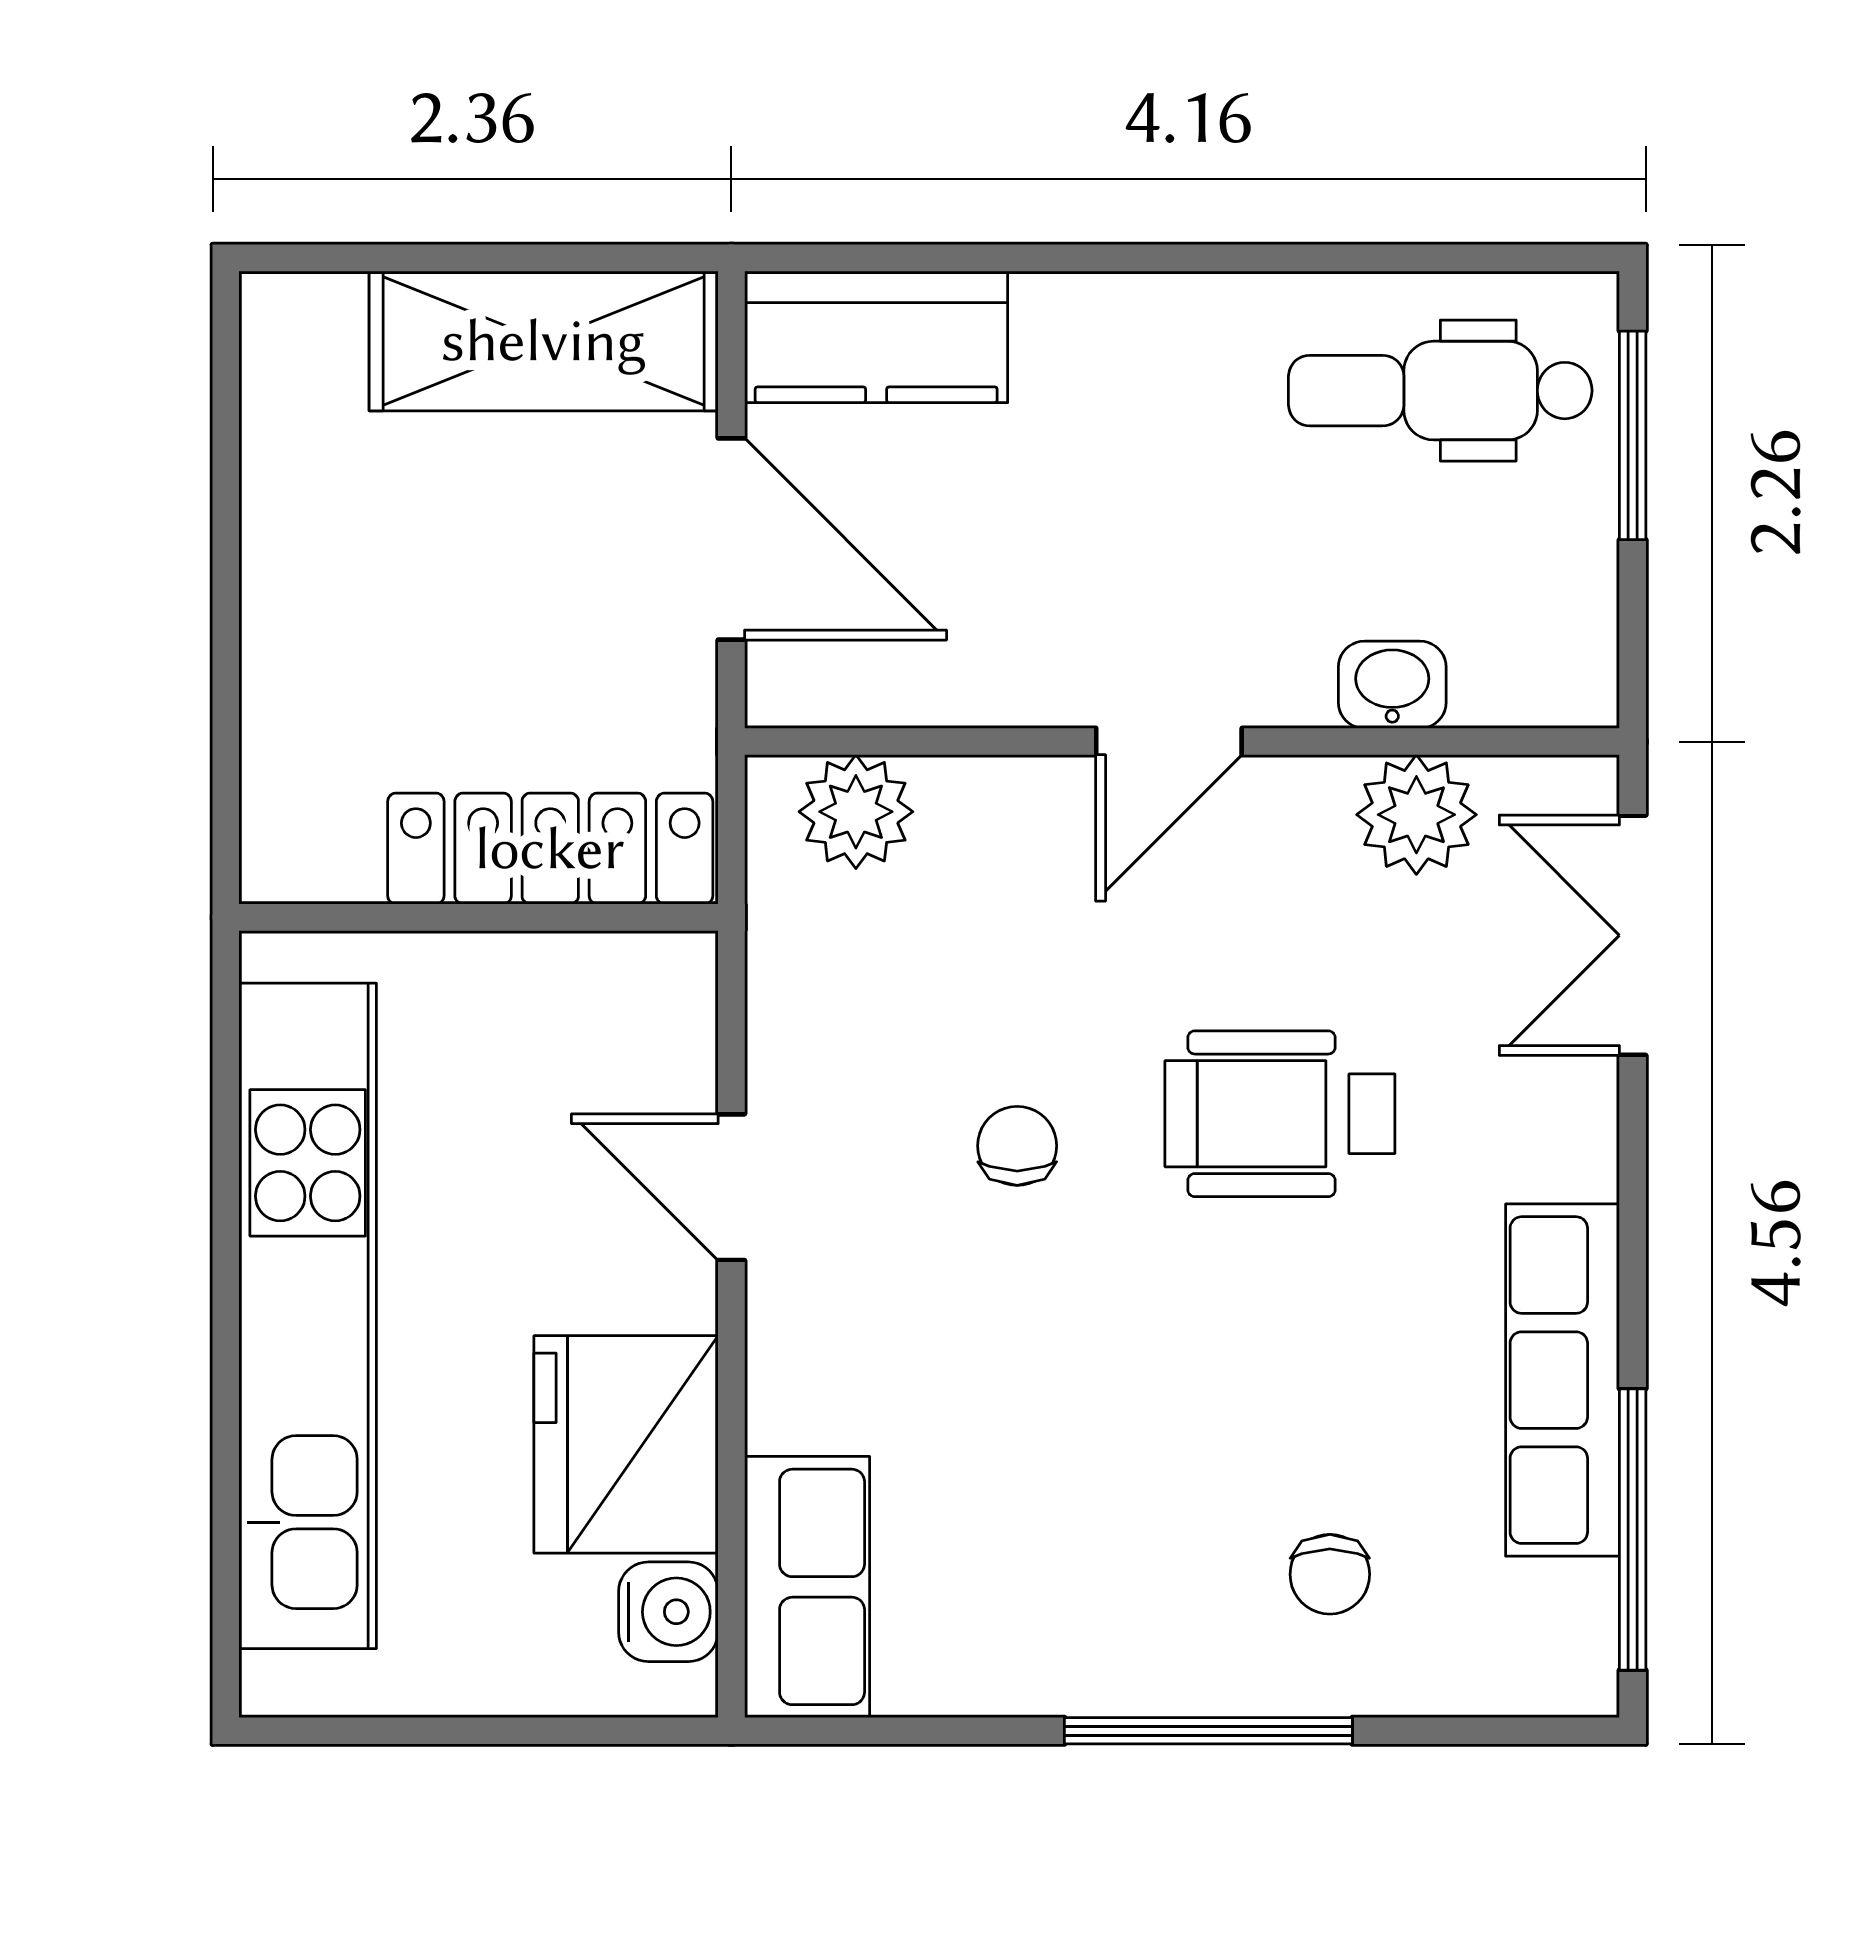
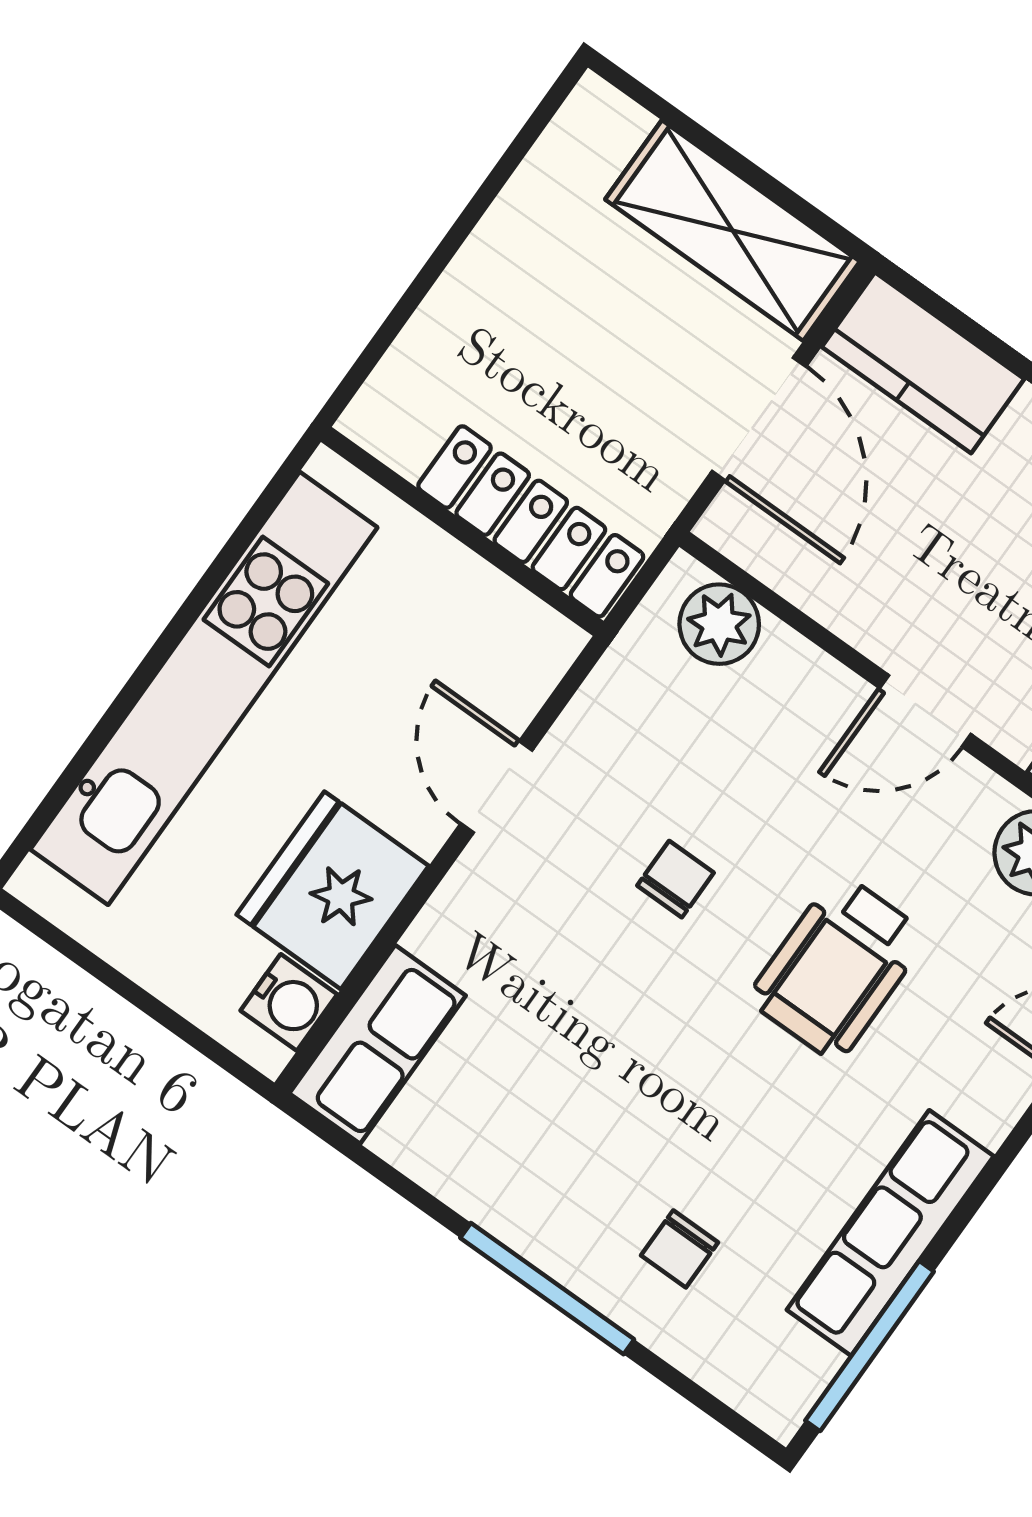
wheelchair: (1280, 1114) -> (838, 967), turned -90

